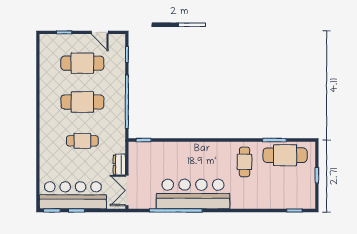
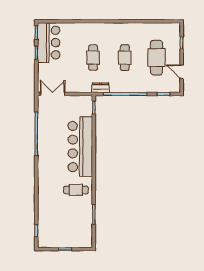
door: (100, 32) -> (182, 72), hinge flipped
cafe table: (82, 102) -> (125, 58), width x0.73, depth x0.74
cafe table: (285, 155) -> (81, 223), removed
dresser: (119, 165) -> (101, 88), moved
bar counter: (193, 194) -> (80, 147), moved, turned 180
bar counter: (73, 195) -> (49, 43), width x0.73

